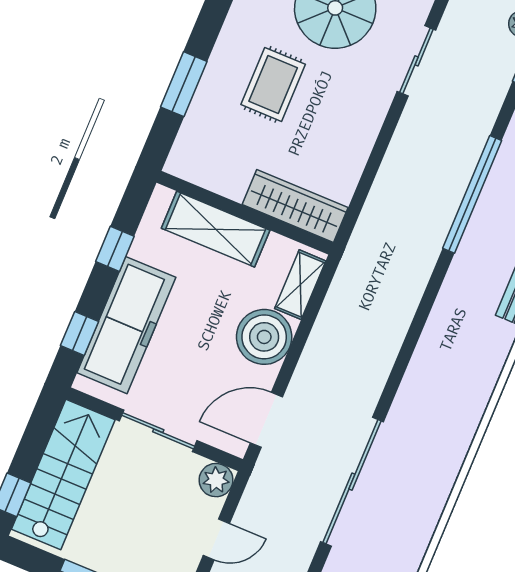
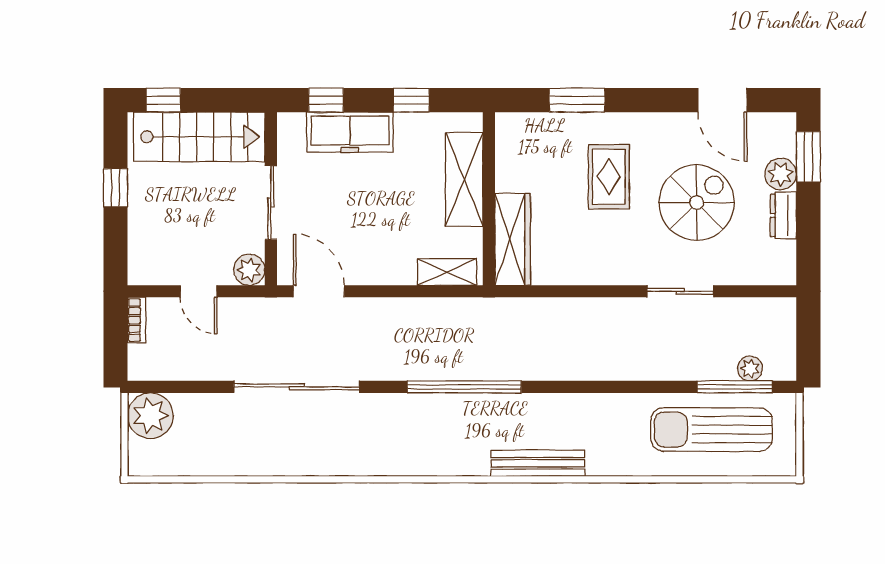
rug: (273, 84) -> (609, 177), turned 90
window: (472, 194) -> (464, 387), moved
freezer: (126, 325) -> (350, 132), width x0.73, depth x0.79
boiler: (264, 337) -> (389, 260), removed

